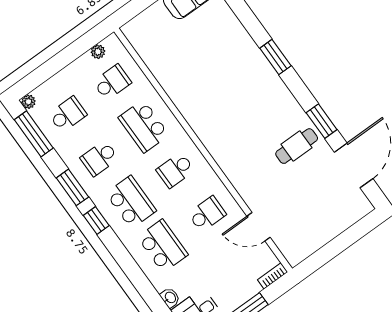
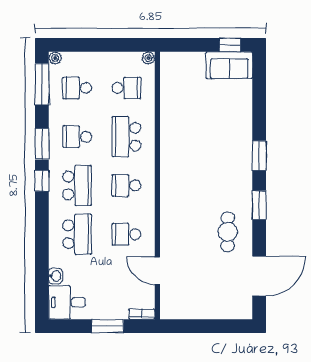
plant: (98, 52) -> (148, 58), moved
school desk: (68, 114) -> (77, 88), turned 180
window: (322, 121) -> (259, 205), moved
cafe table: (297, 146) -> (228, 232), turned 90
school desk: (207, 214) -> (126, 234), turned 180

